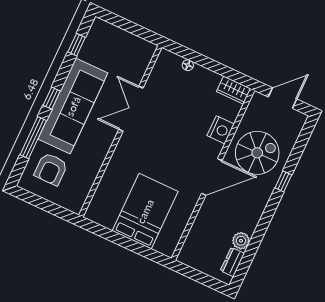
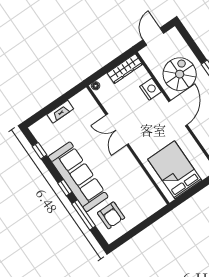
fireplace: (135, 42) -> (60, 112), added
wardrobe: (234, 90) -> (125, 69), width x1.50
double door: (131, 109) -> (117, 129), moved
wall: (120, 131) -> (128, 145), moved

